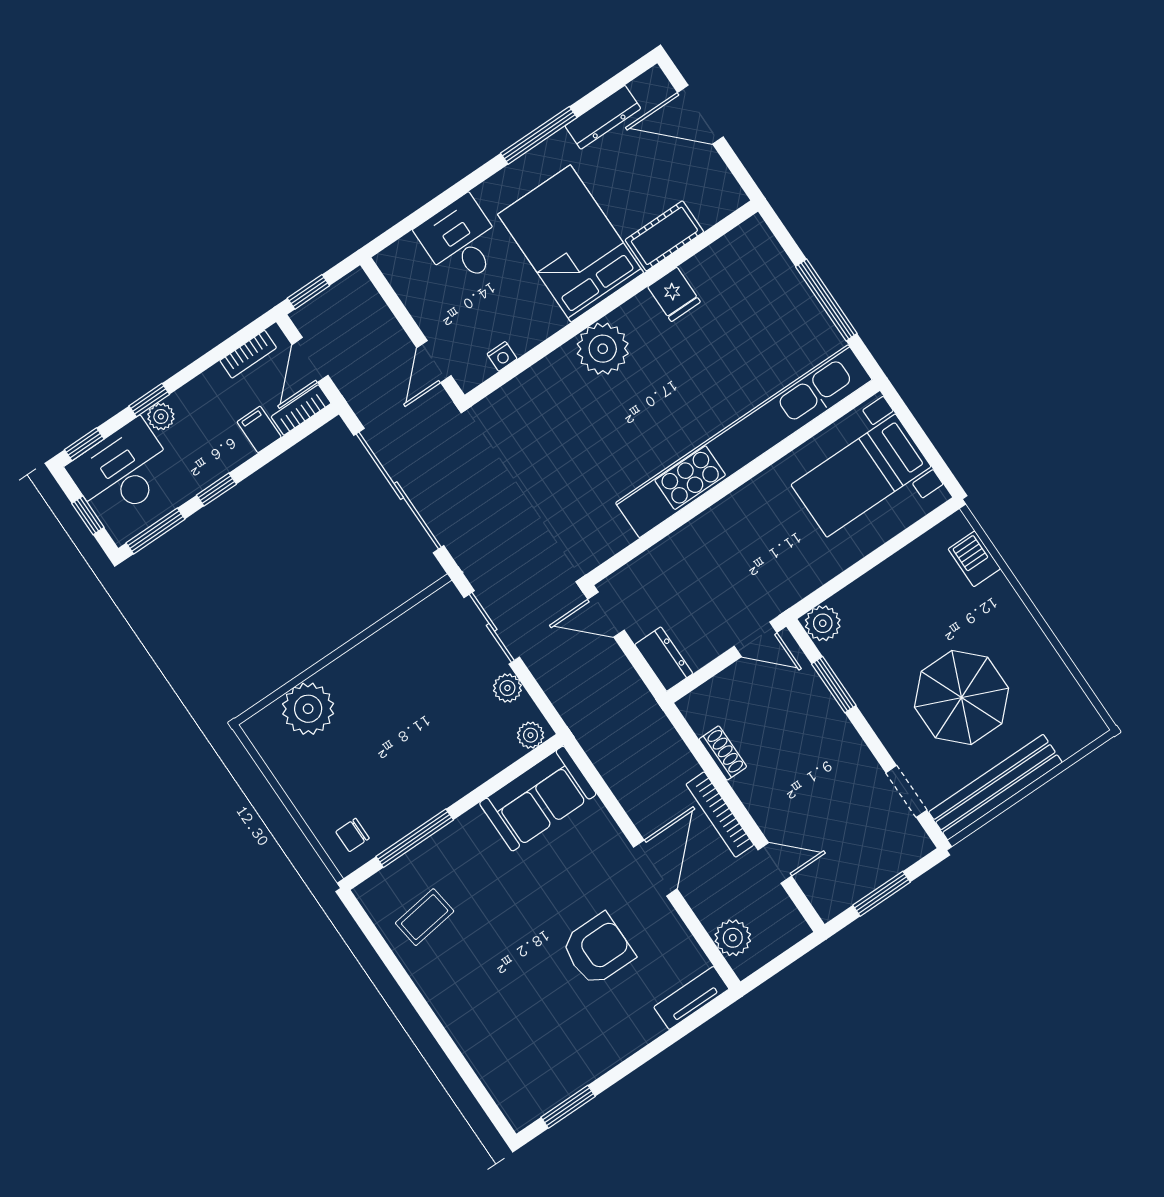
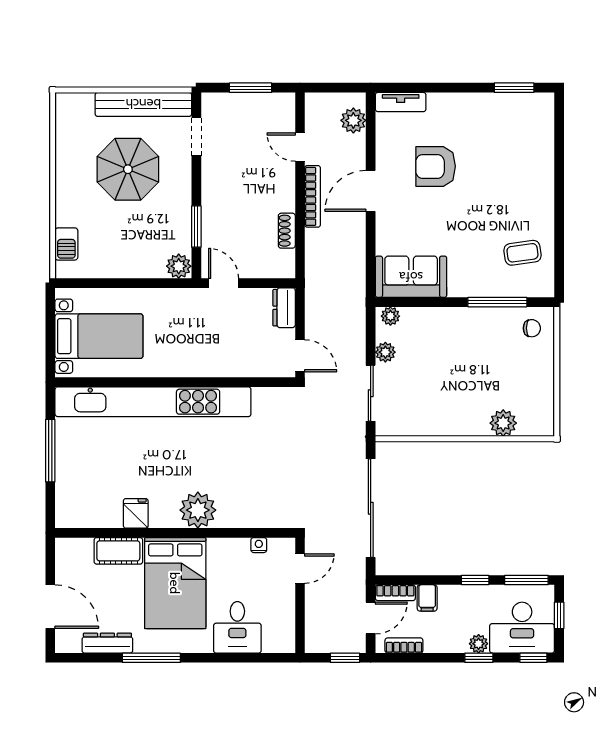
plant: (308, 709) -> (503, 423), width x0.73, depth x0.73

